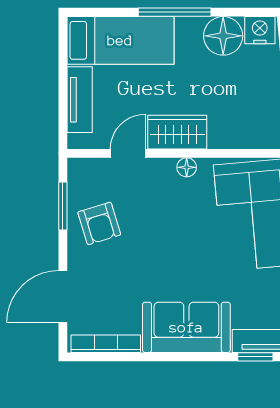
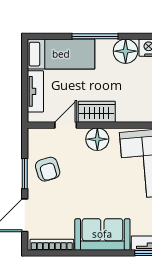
floor lamp: (187, 167) -> (97, 139), width x1.89, depth x1.89
window: (63, 206) -> (25, 174), moved

